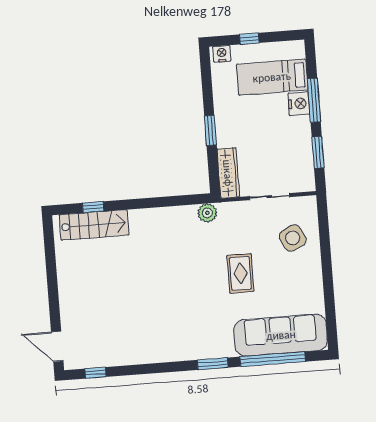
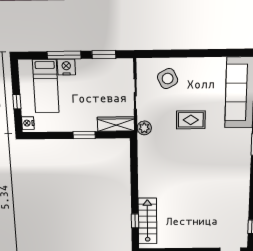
plant: (207, 213) -> (144, 128), moved

